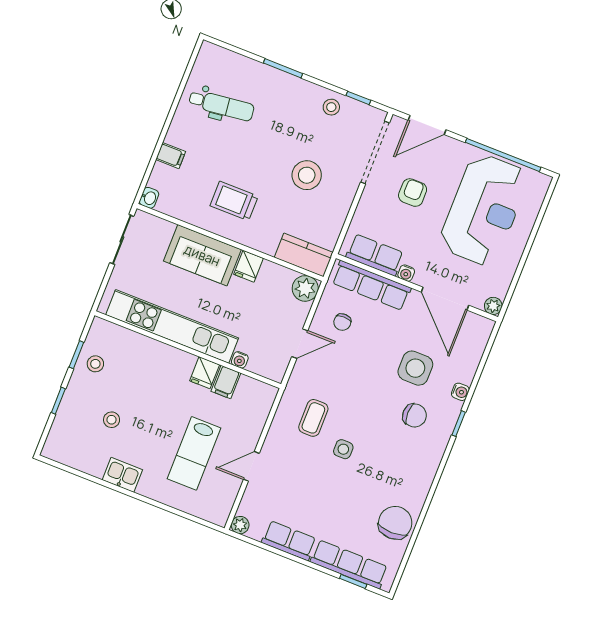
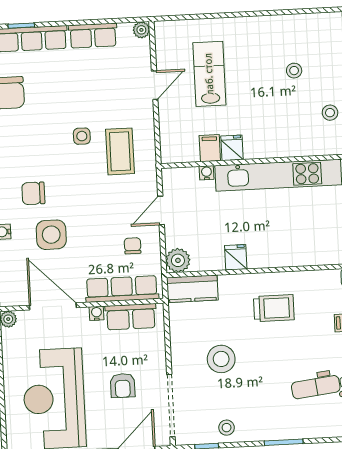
sofa: (202, 255) -> (280, 249), removed
coffee table: (313, 418) -> (120, 151), width x1.36, depth x1.30
kitchen sink: (122, 475) -> (263, 27), removed

